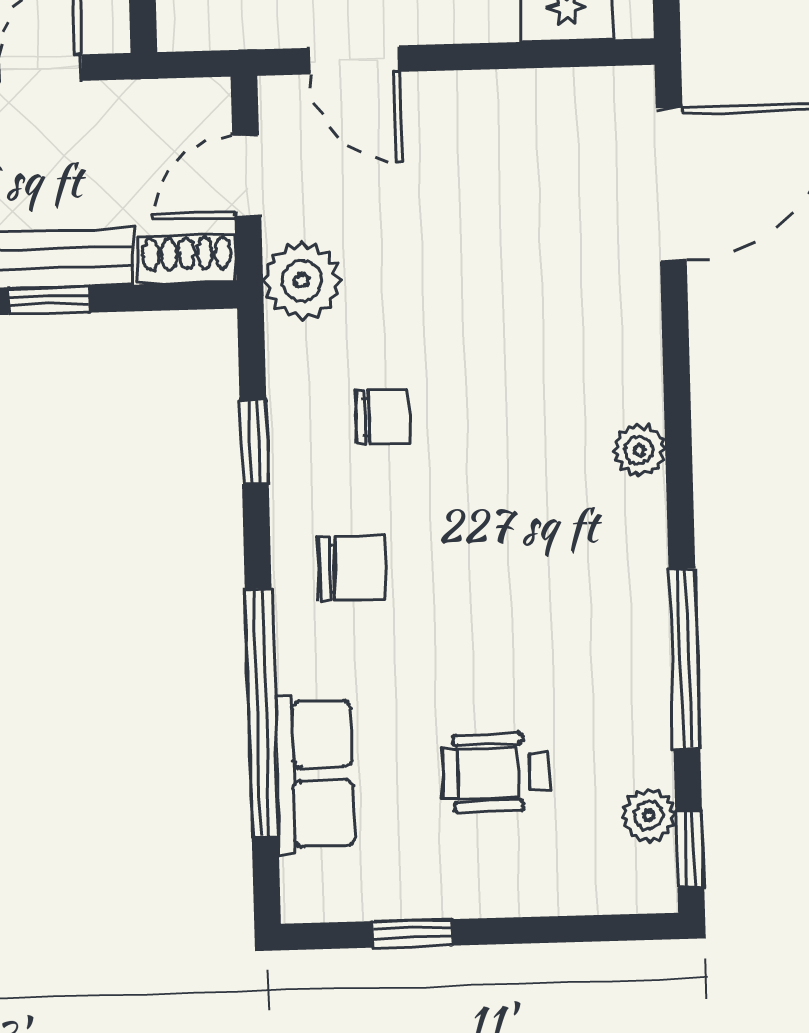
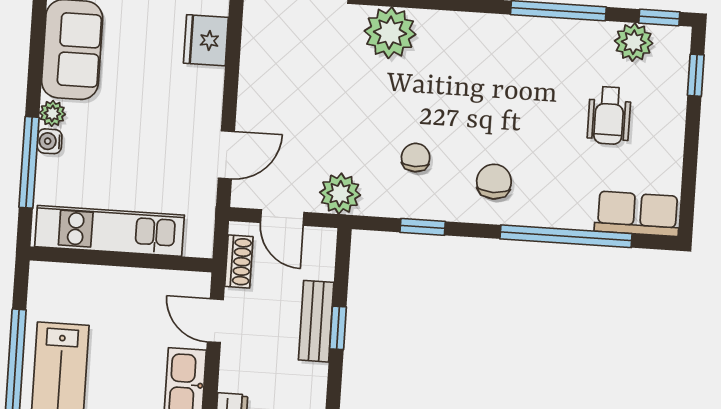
shoe rack: (187, 260) -> (239, 262), moved, turned 180
plant: (639, 450) -> (390, 33), moved, width x1.88, depth x1.88
row of seats: (315, 774) -> (637, 214), moved
plant: (649, 815) -> (634, 42), width x1.38, depth x1.38
window: (413, 933) -> (696, 75), moved

